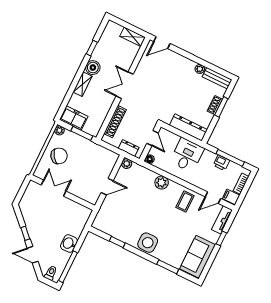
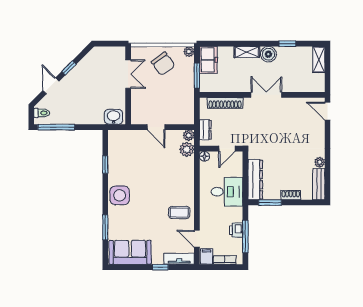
shelving: (133, 37) -> (319, 60), moved
window: (221, 107) -> (270, 203), moved
plant: (162, 183) -> (187, 149), moved
washbasin: (69, 244) -> (114, 117), moved

